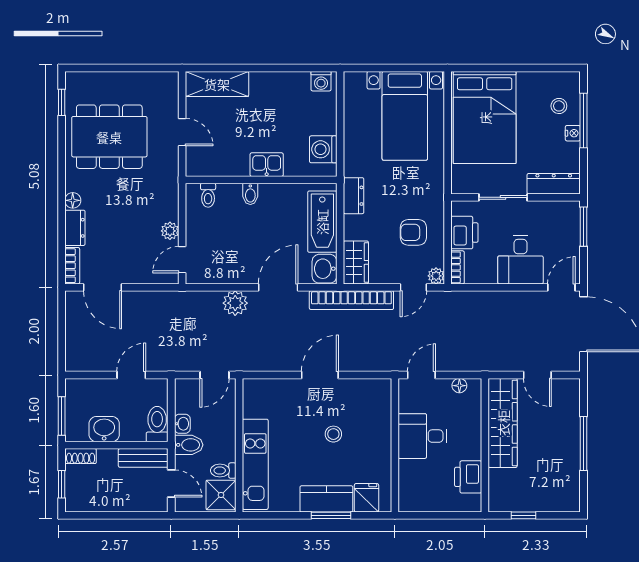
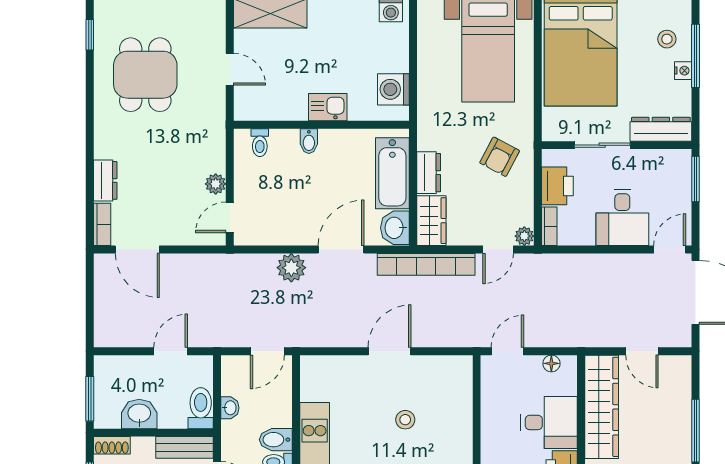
dining table: (109, 137) -> (145, 75), width x0.73
dresser: (354, 196) -> (429, 173), moved
floor lamp: (73, 200) -> (103, 149), removed
armchair: (413, 232) -> (500, 157), moved, turned -62
desk: (422, 436) -> (549, 422), moved, turned 180
bidet: (189, 445) -> (276, 440), moved, turned 180

